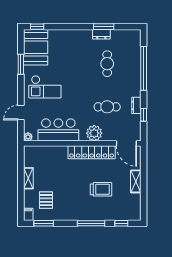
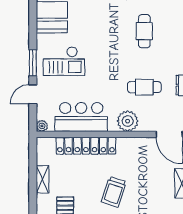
window: (21, 64) -> (33, 63), moved
locker: (92, 152) -> (86, 146), moved
trolley: (101, 189) -> (114, 192), moved, turned 108

